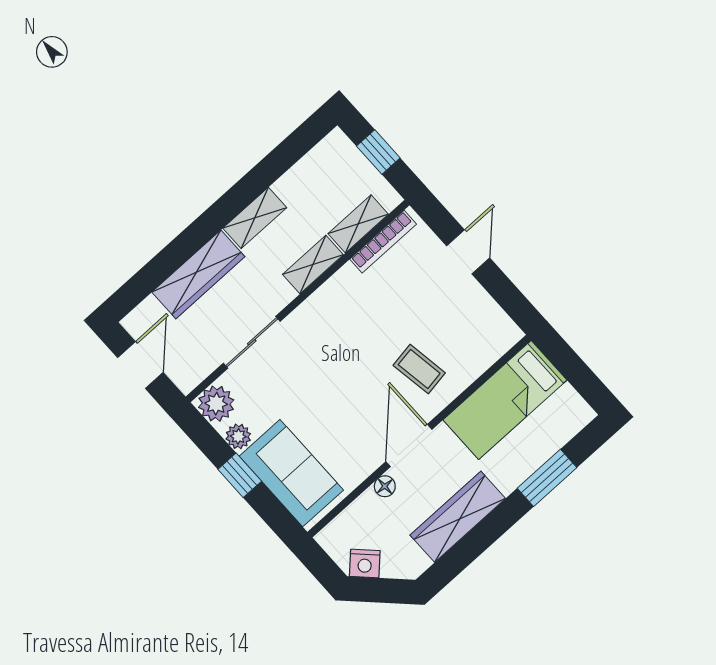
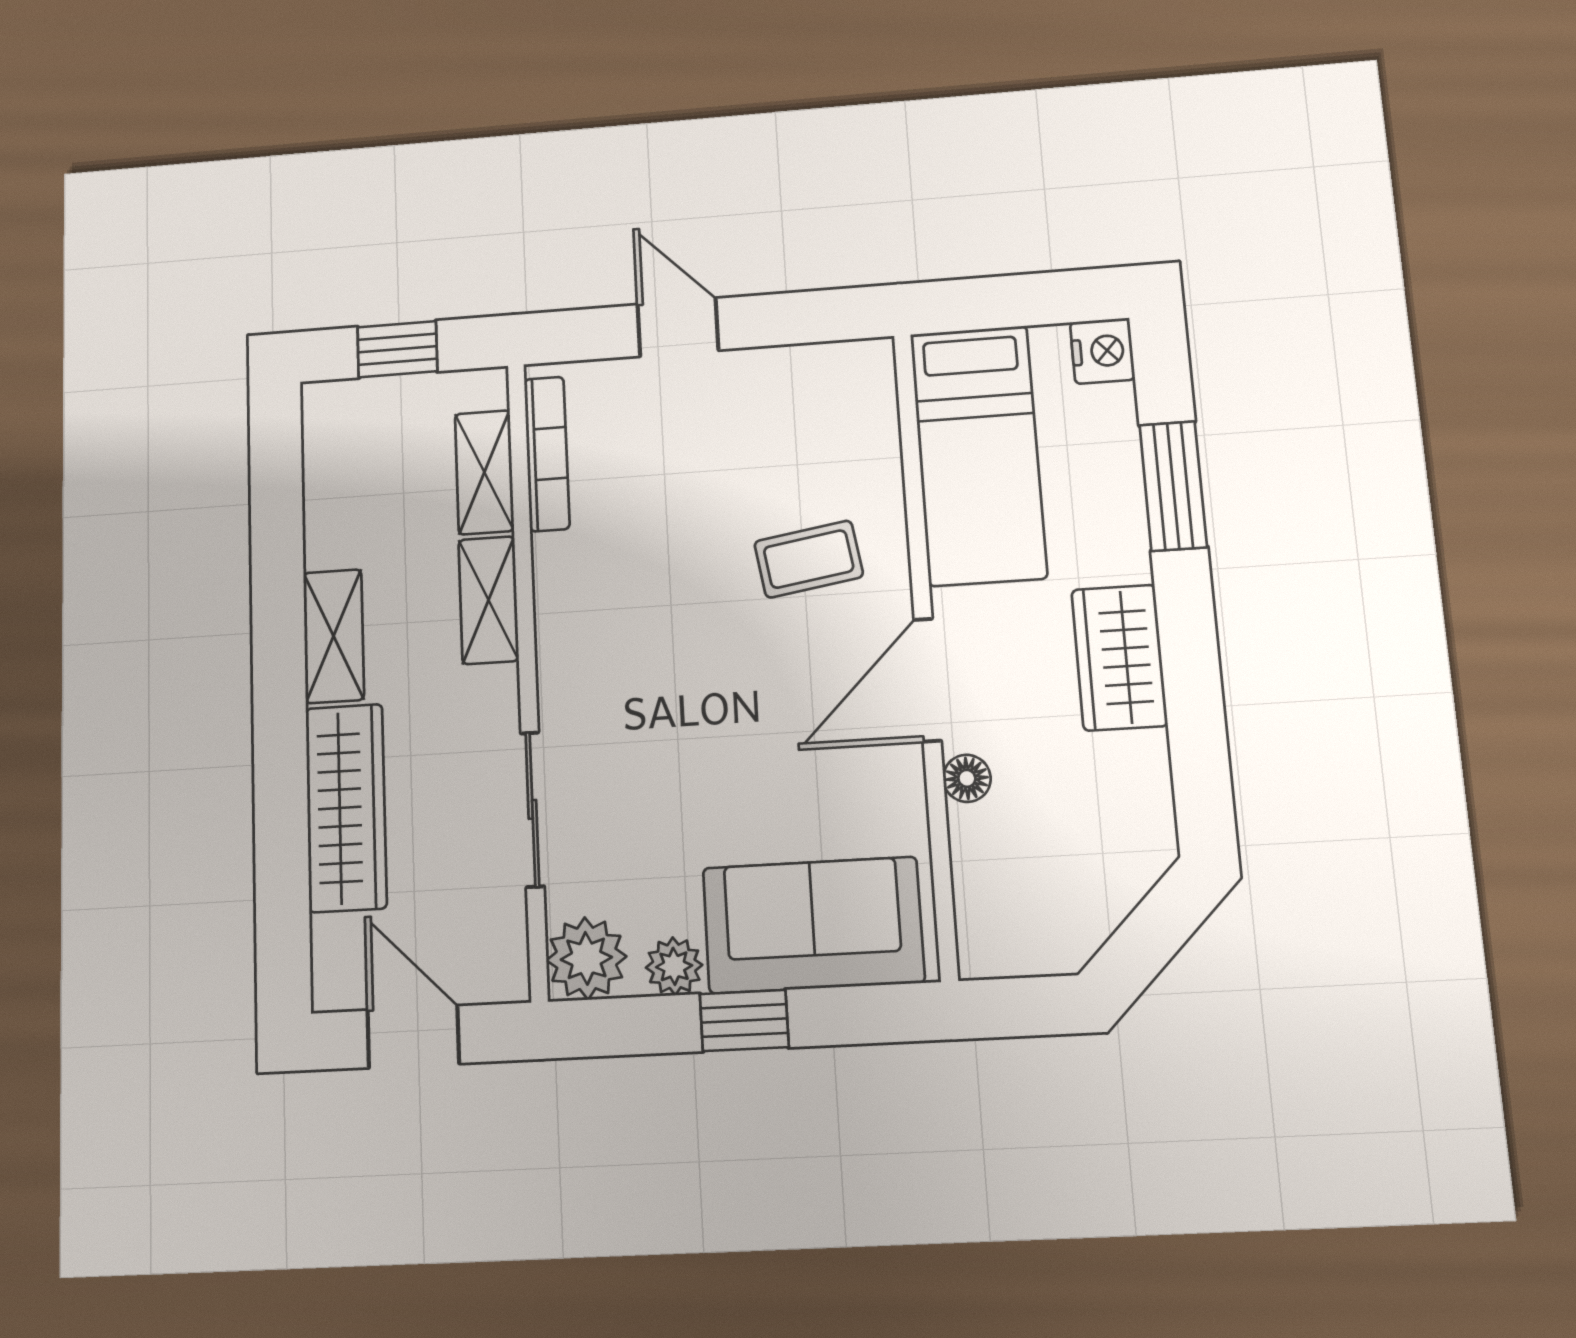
door: (409, 446) -> (928, 680), hinge flipped
wardrobe: (458, 517) -> (1119, 658), width x0.67
nightstand: (365, 564) -> (1102, 351), moved, turned -45

